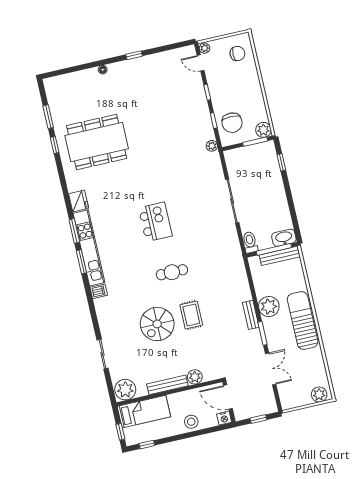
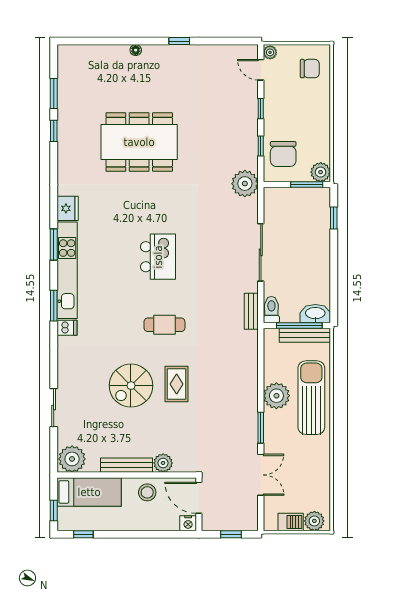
dining table: (97, 142) -> (139, 142), moved
plant: (212, 146) -> (245, 184), width x1.87, depth x1.87
window: (81, 262) -> (54, 306), moved
bench: (251, 315) -> (251, 311), moved
sun lounger: (303, 321) -> (311, 398), moved
barbecue: (301, 399) -> (291, 522), added
stool: (191, 422) -> (147, 492), moved

